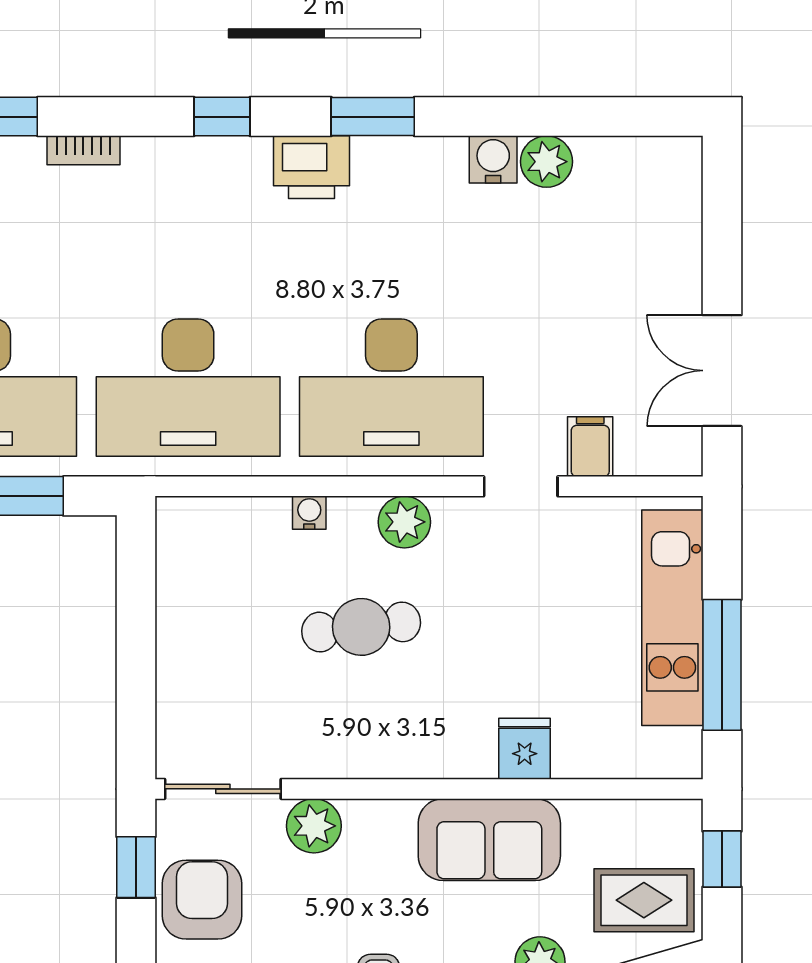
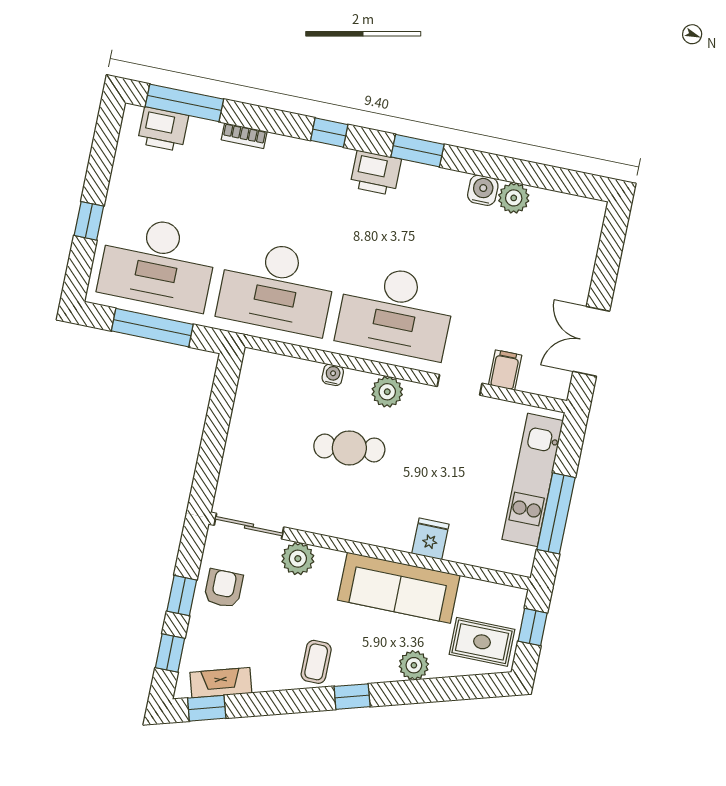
sofa: (489, 840) -> (399, 588), width x1.36
window: (136, 867) -> (182, 596), moved
armchair: (202, 900) -> (223, 588), width x0.72, depth x0.72

